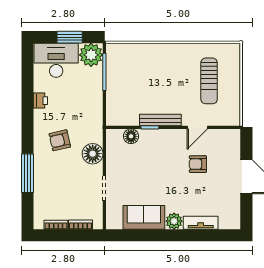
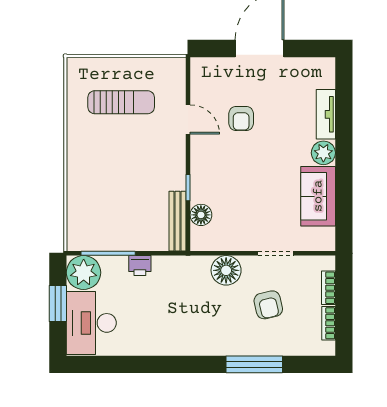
printer: (40, 101) -> (140, 266), moved, turned 180
bench: (160, 120) -> (178, 221), moved
armchair: (60, 140) -> (268, 305), moved

